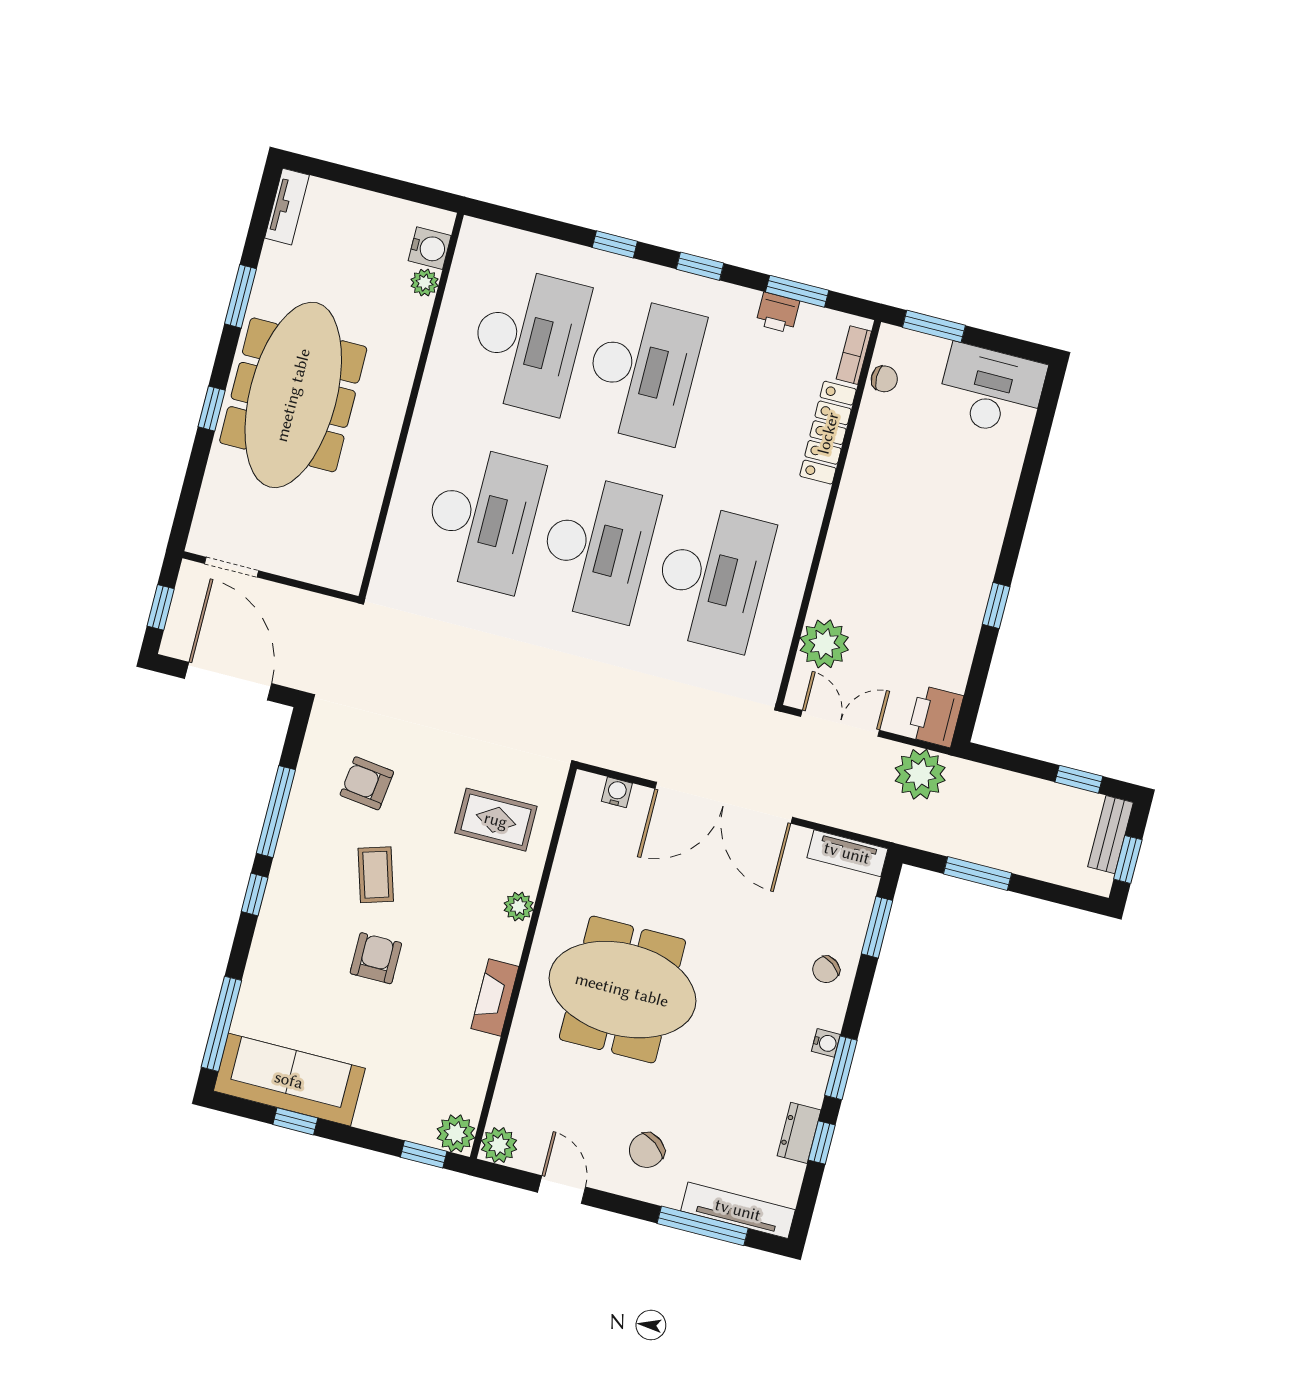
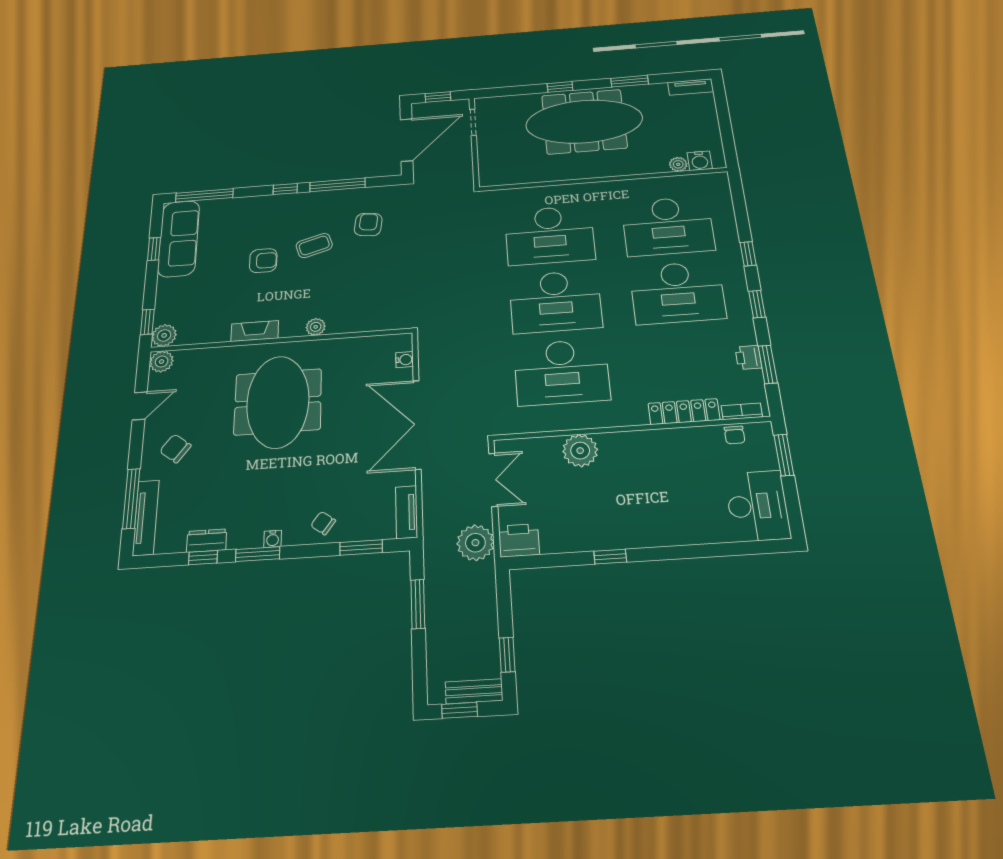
plant: (824, 644) -> (580, 451), moved
rug: (496, 820) -> (367, 298), removed

